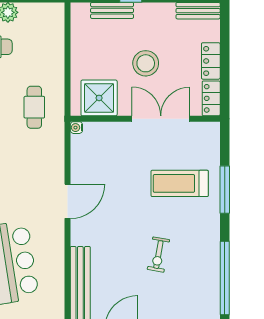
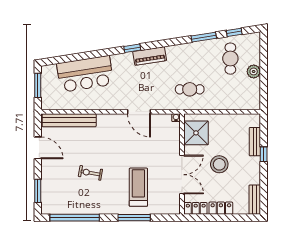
door: (68, 201) -> (139, 112), moved

